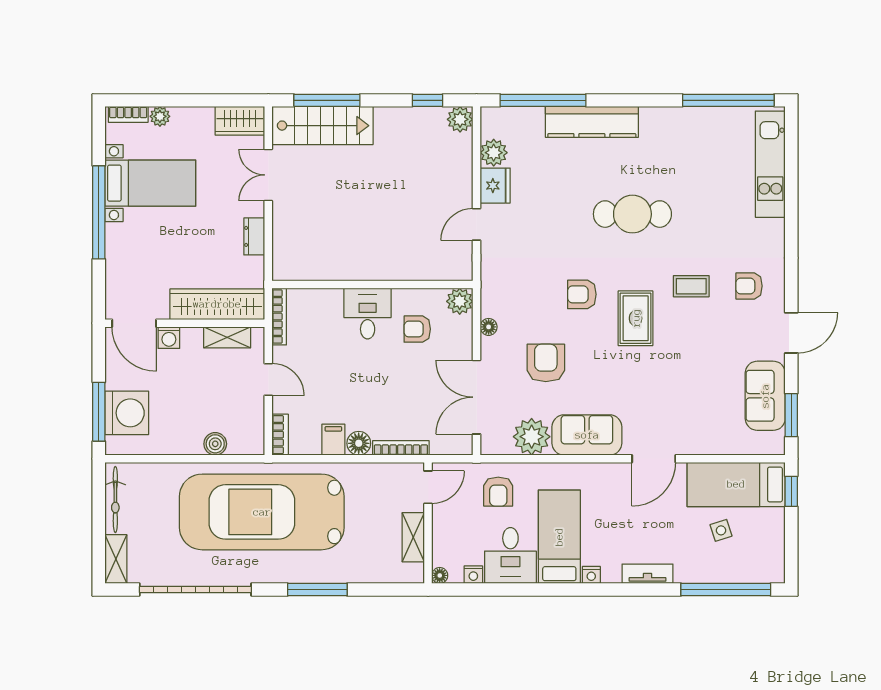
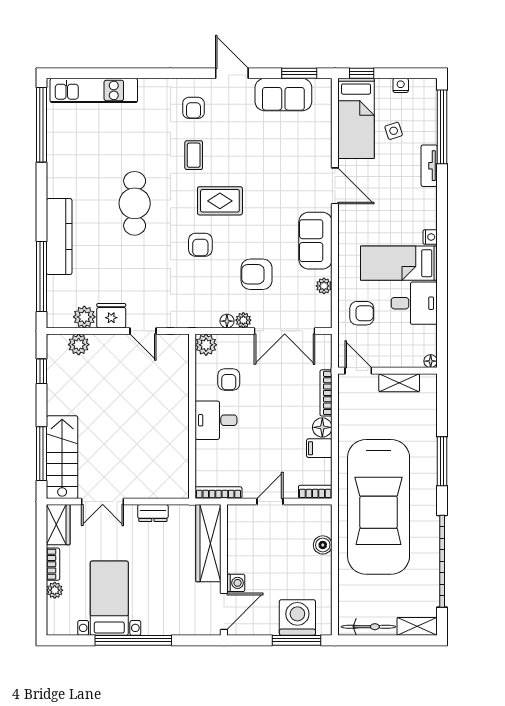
bookcase: (128, 114) -> (53, 564), moved
plant: (460, 119) -> (79, 345), moved
shelving: (227, 337) -> (236, 535), removed
plant: (490, 347) -> (243, 320), added
plant: (532, 437) -> (324, 286), width x0.53, depth x0.53
tv unit: (648, 574) -> (429, 166), moved
nightstand: (473, 575) -> (401, 85), moved, turned -90

